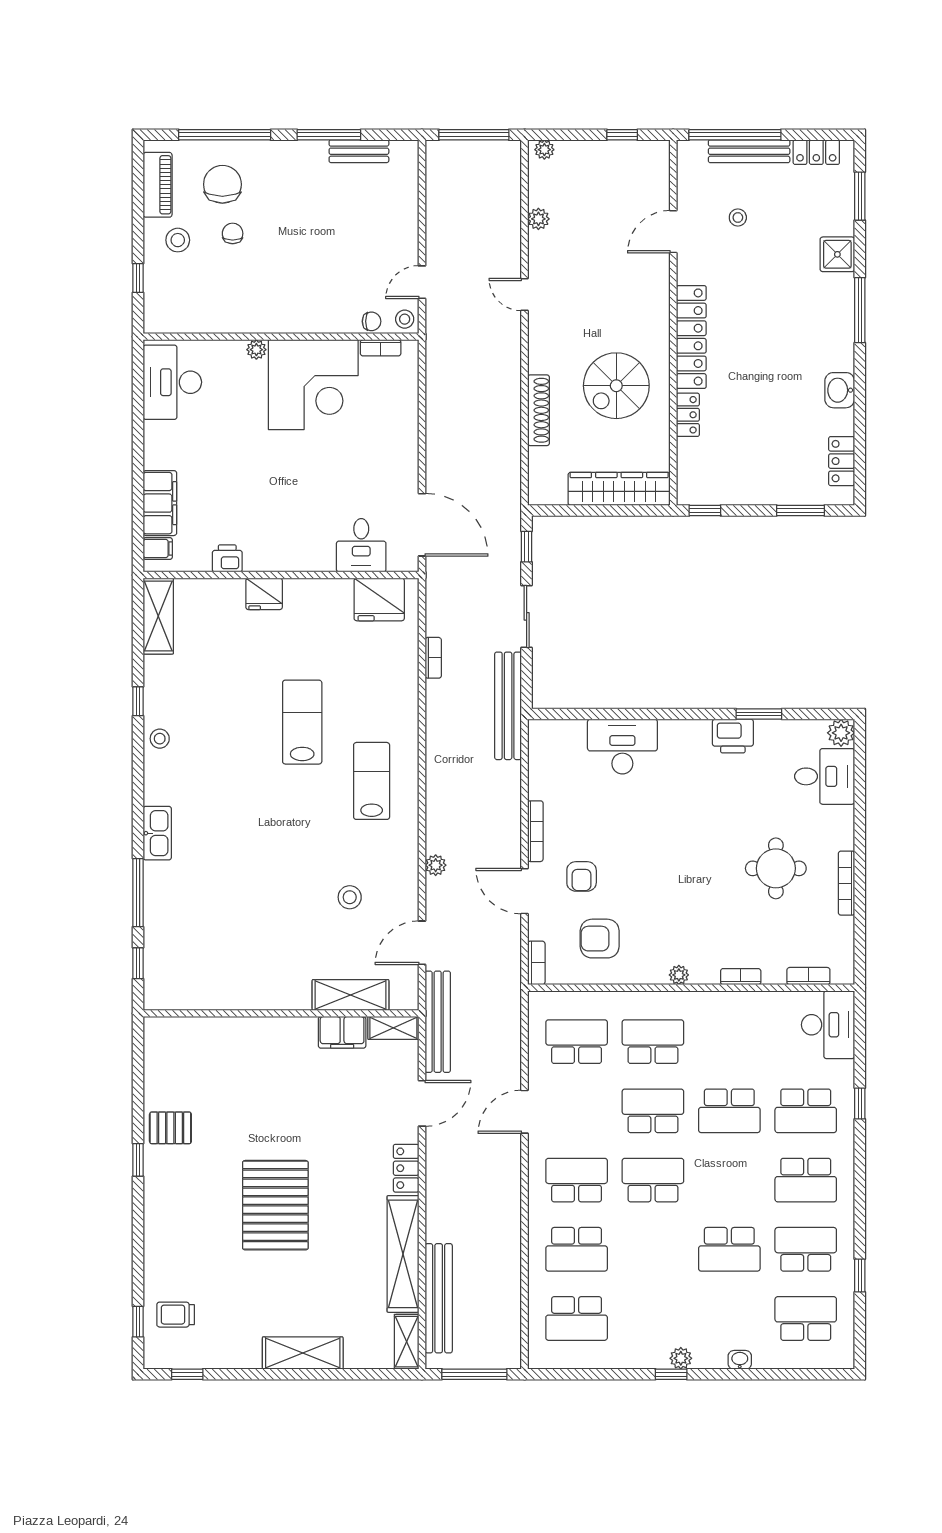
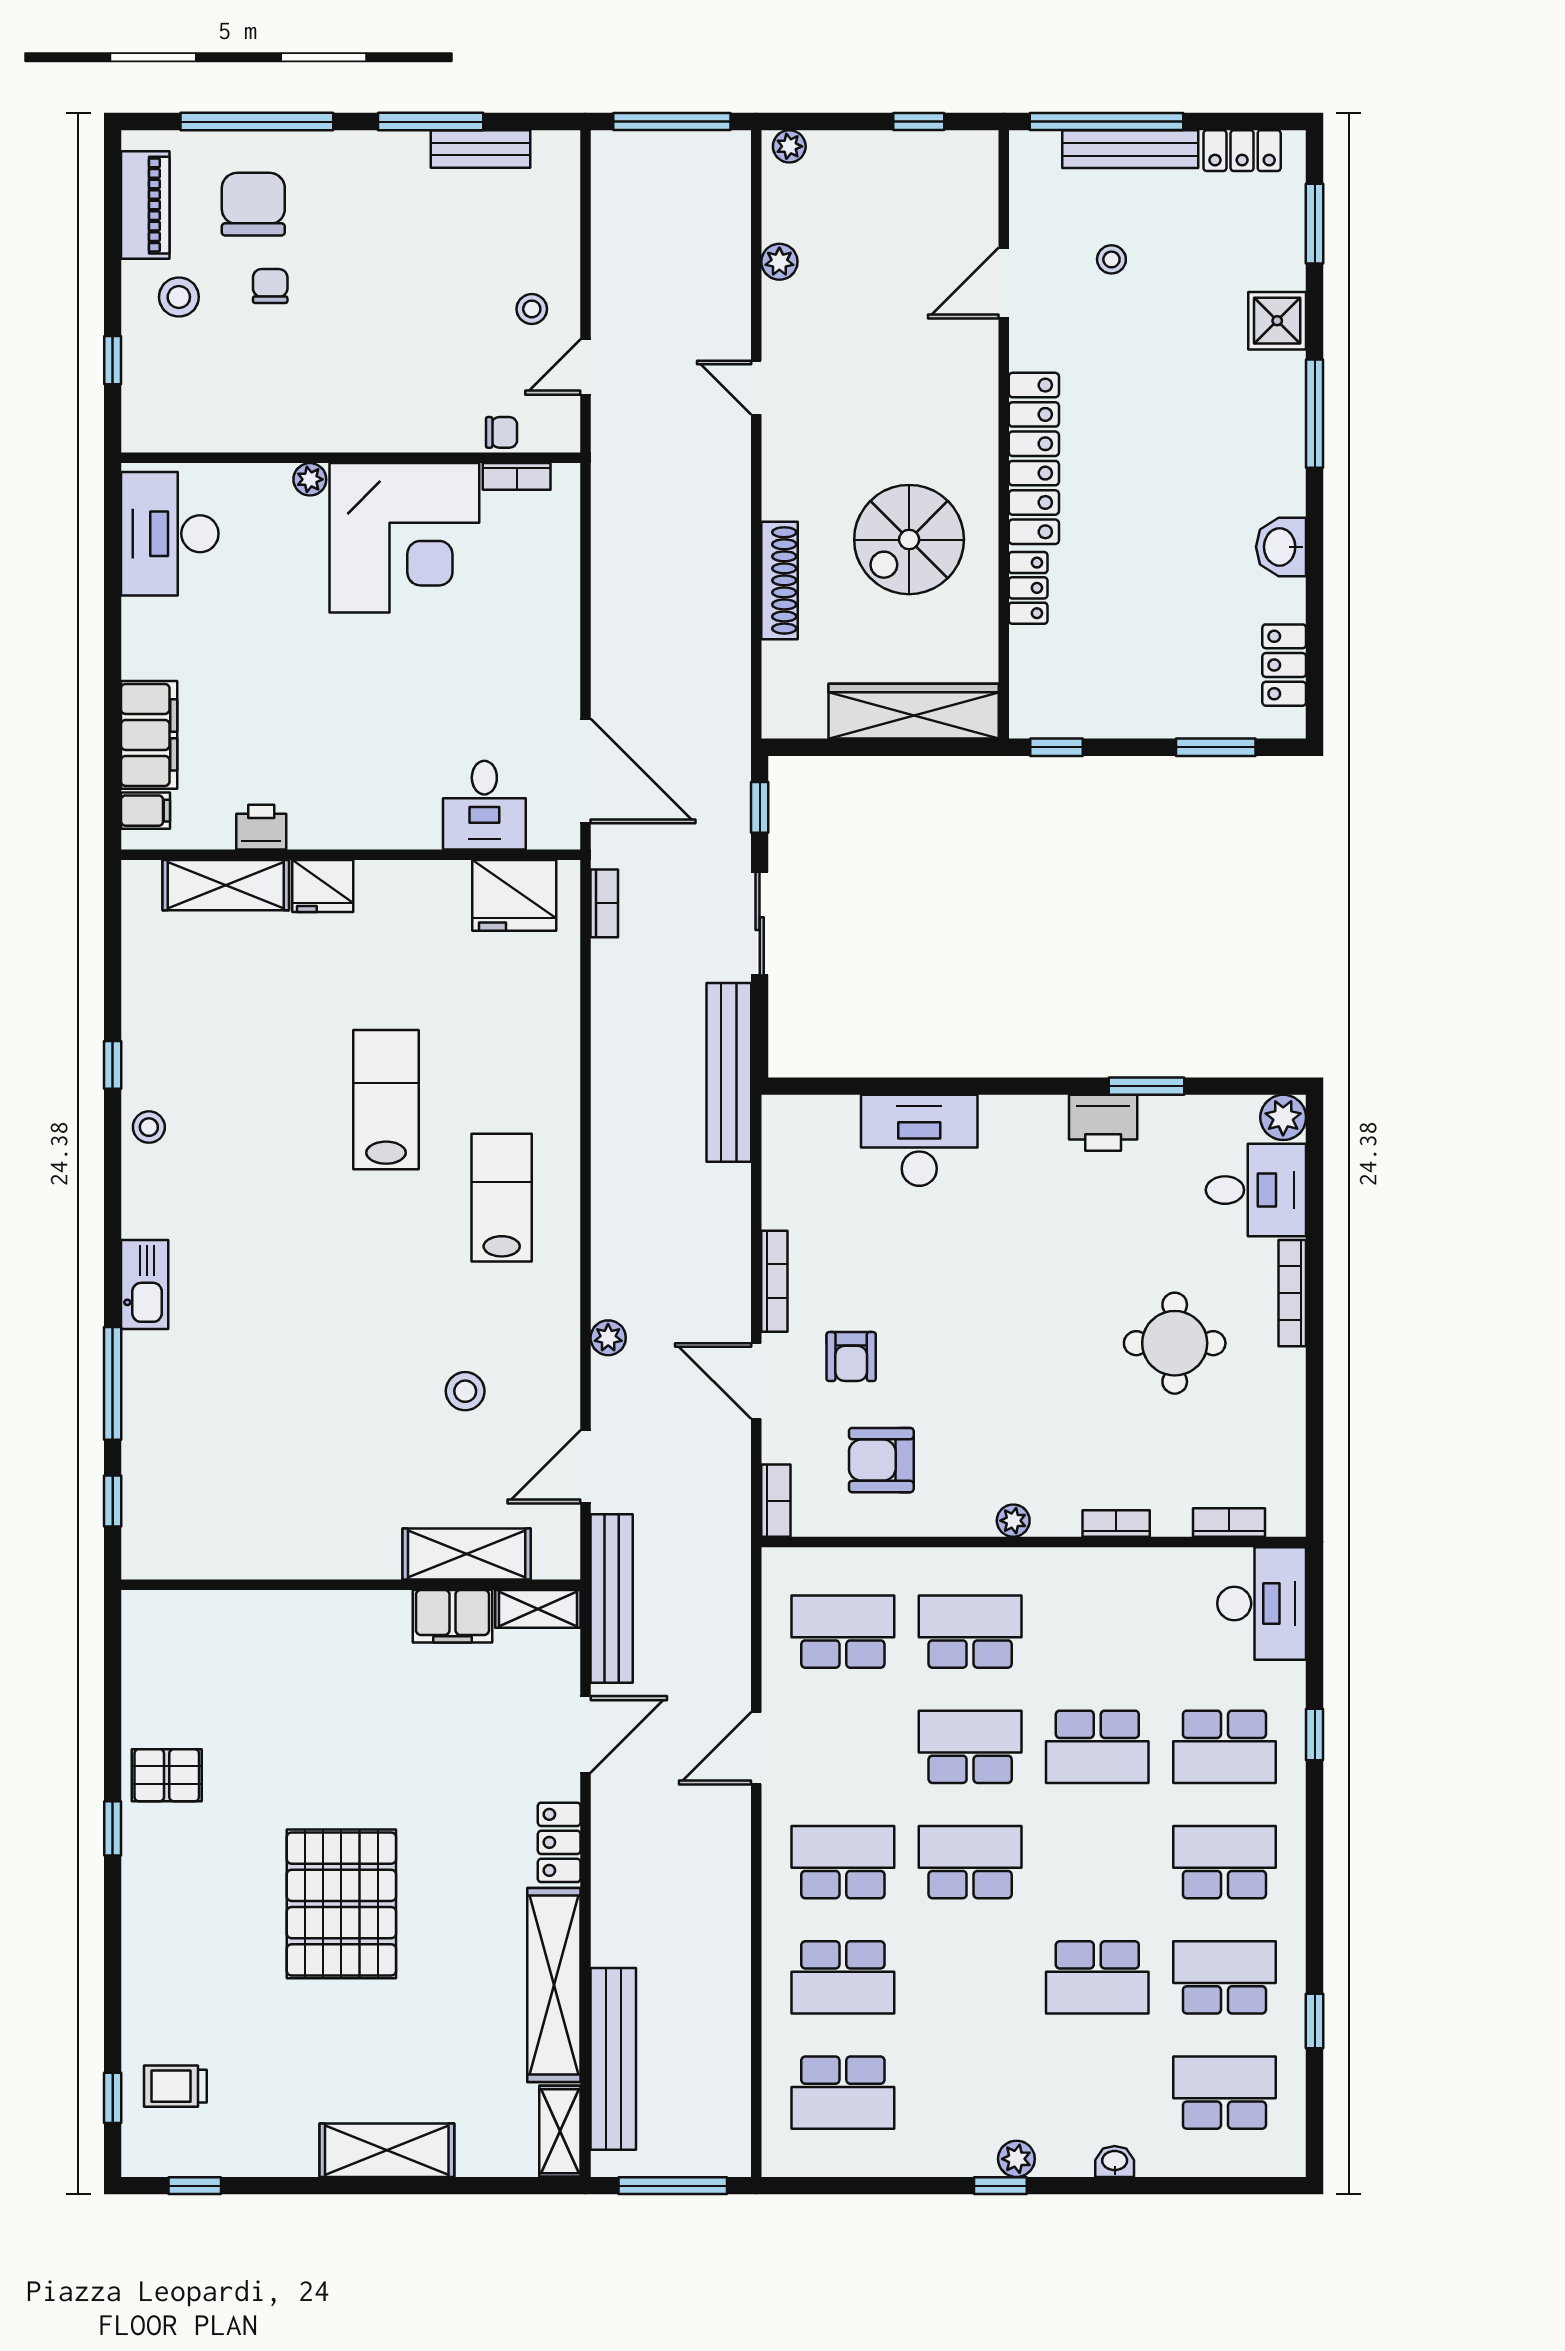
stool: (405, 319) -> (532, 309), moved
shelving: (158, 616) -> (226, 885), moved, turned 90
bookcase: (433, 658) -> (604, 903), moved
bookcase: (846, 883) -> (1292, 1293), moved
school desk: (806, 1180) -> (1224, 1862), turned 180

